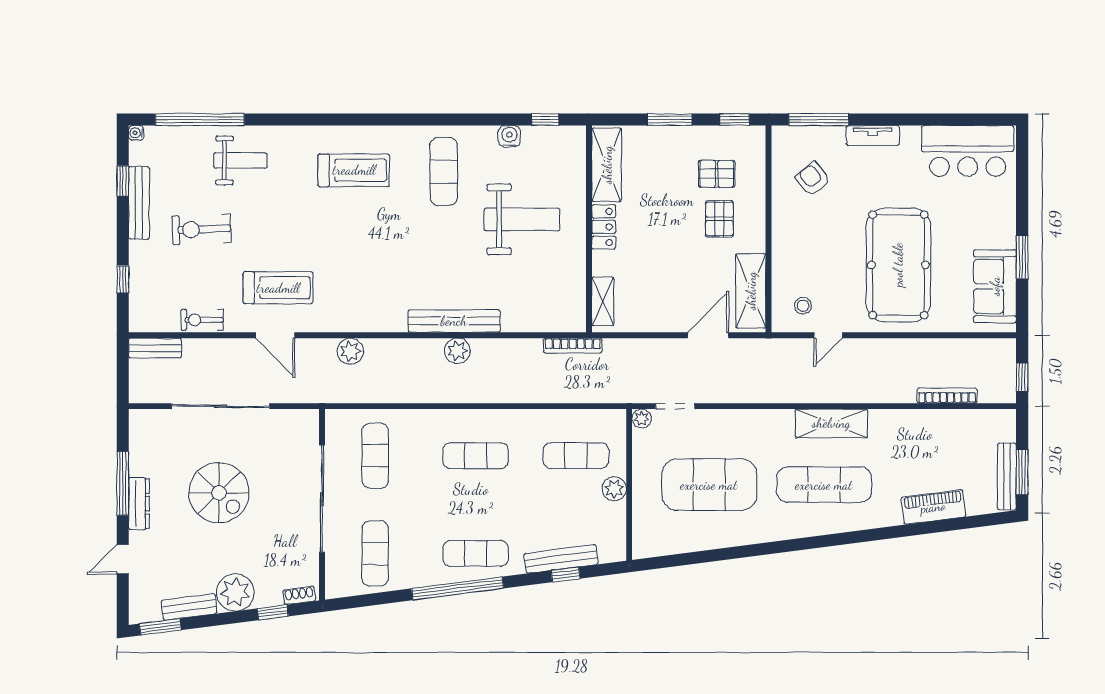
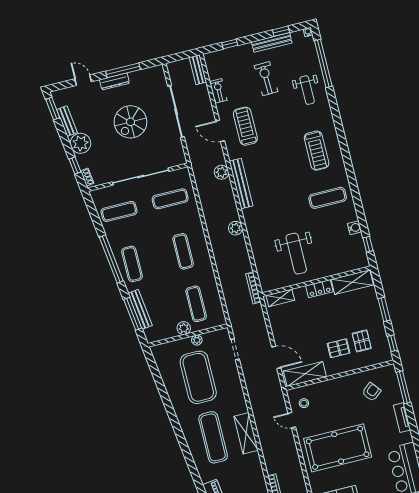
weight bench: (522, 219) -> (296, 254), moved
treadmill: (278, 288) -> (245, 126), turned 180
bench: (454, 321) -> (241, 184), moved
door: (275, 335) -> (220, 131), hinge flipped
plant: (642, 419) -> (197, 340), moved
window: (566, 575) -> (133, 314), width x2.17

